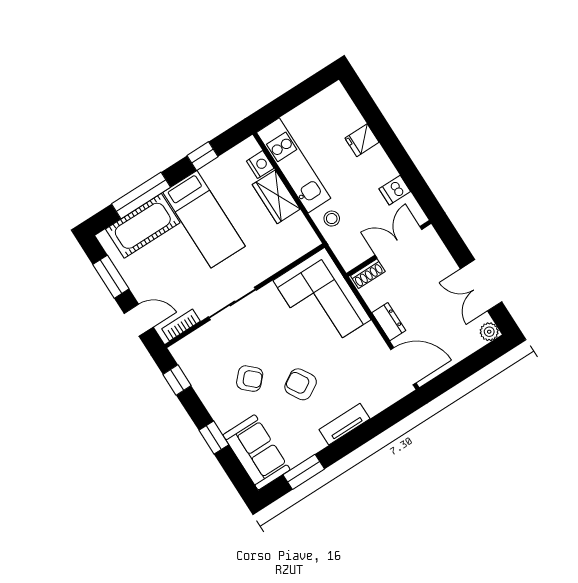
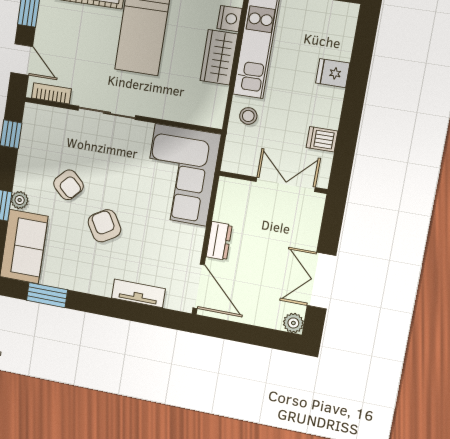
shoe rack: (368, 274) -> (237, 187), removed
plant: (224, 422) -> (20, 200), added
tv unit: (344, 424) -> (138, 293), moved

